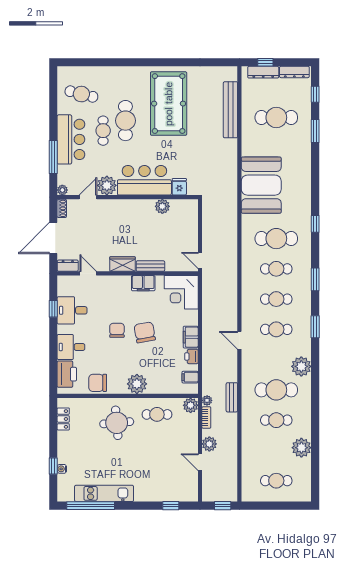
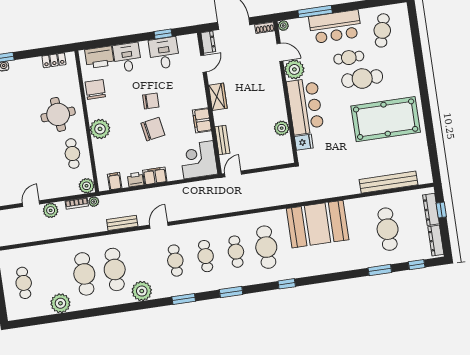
bench: (150, 266) -> (222, 140), moved
bench: (232, 397) -> (122, 223), moved
cafe table: (276, 420) -> (84, 274), width x1.37, depth x1.35

